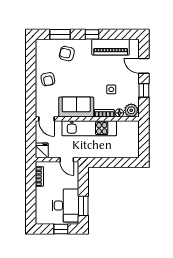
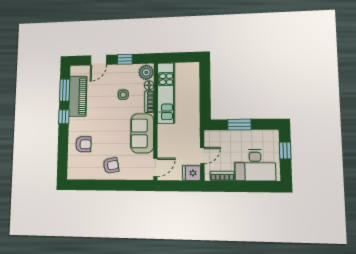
window: (60, 34) -> (65, 90), moved
armchair: (67, 54) -> (83, 144), turned -103
kitchen unit: (89, 128) -> (166, 93), moved
door: (67, 160) -> (202, 156), moved
desk: (65, 205) -> (255, 165), moved, turned 180
window: (83, 206) -> (239, 125), moved

